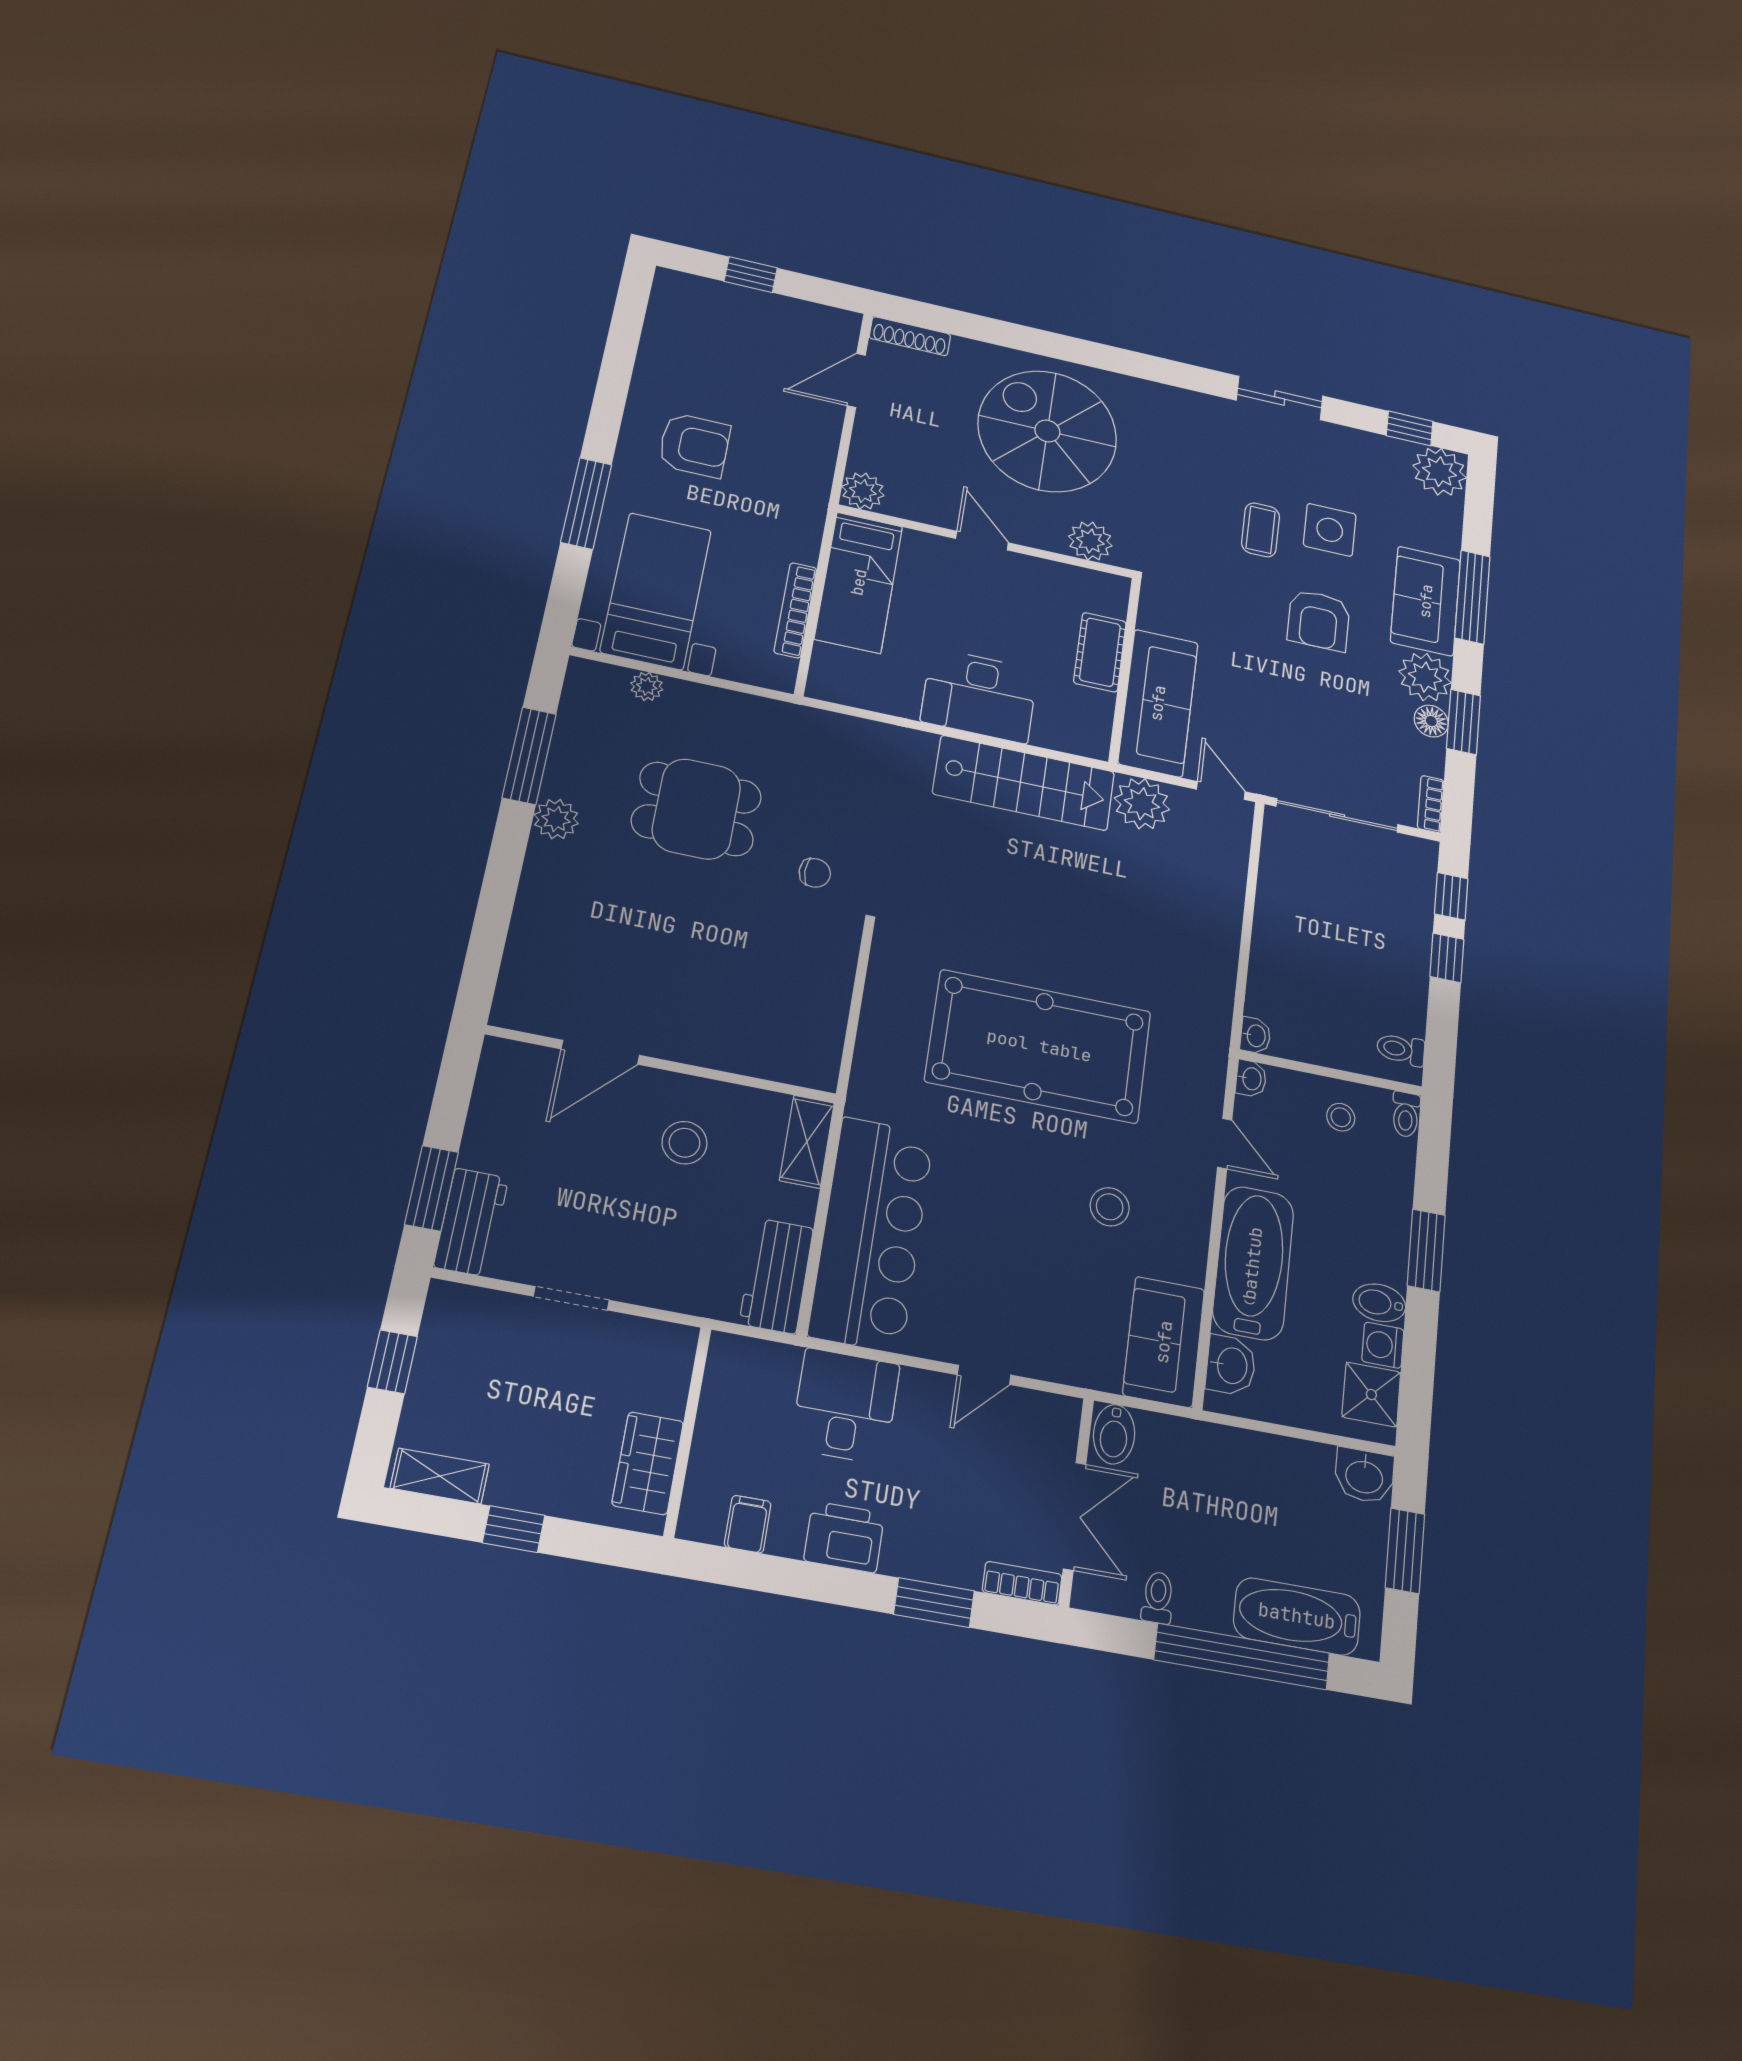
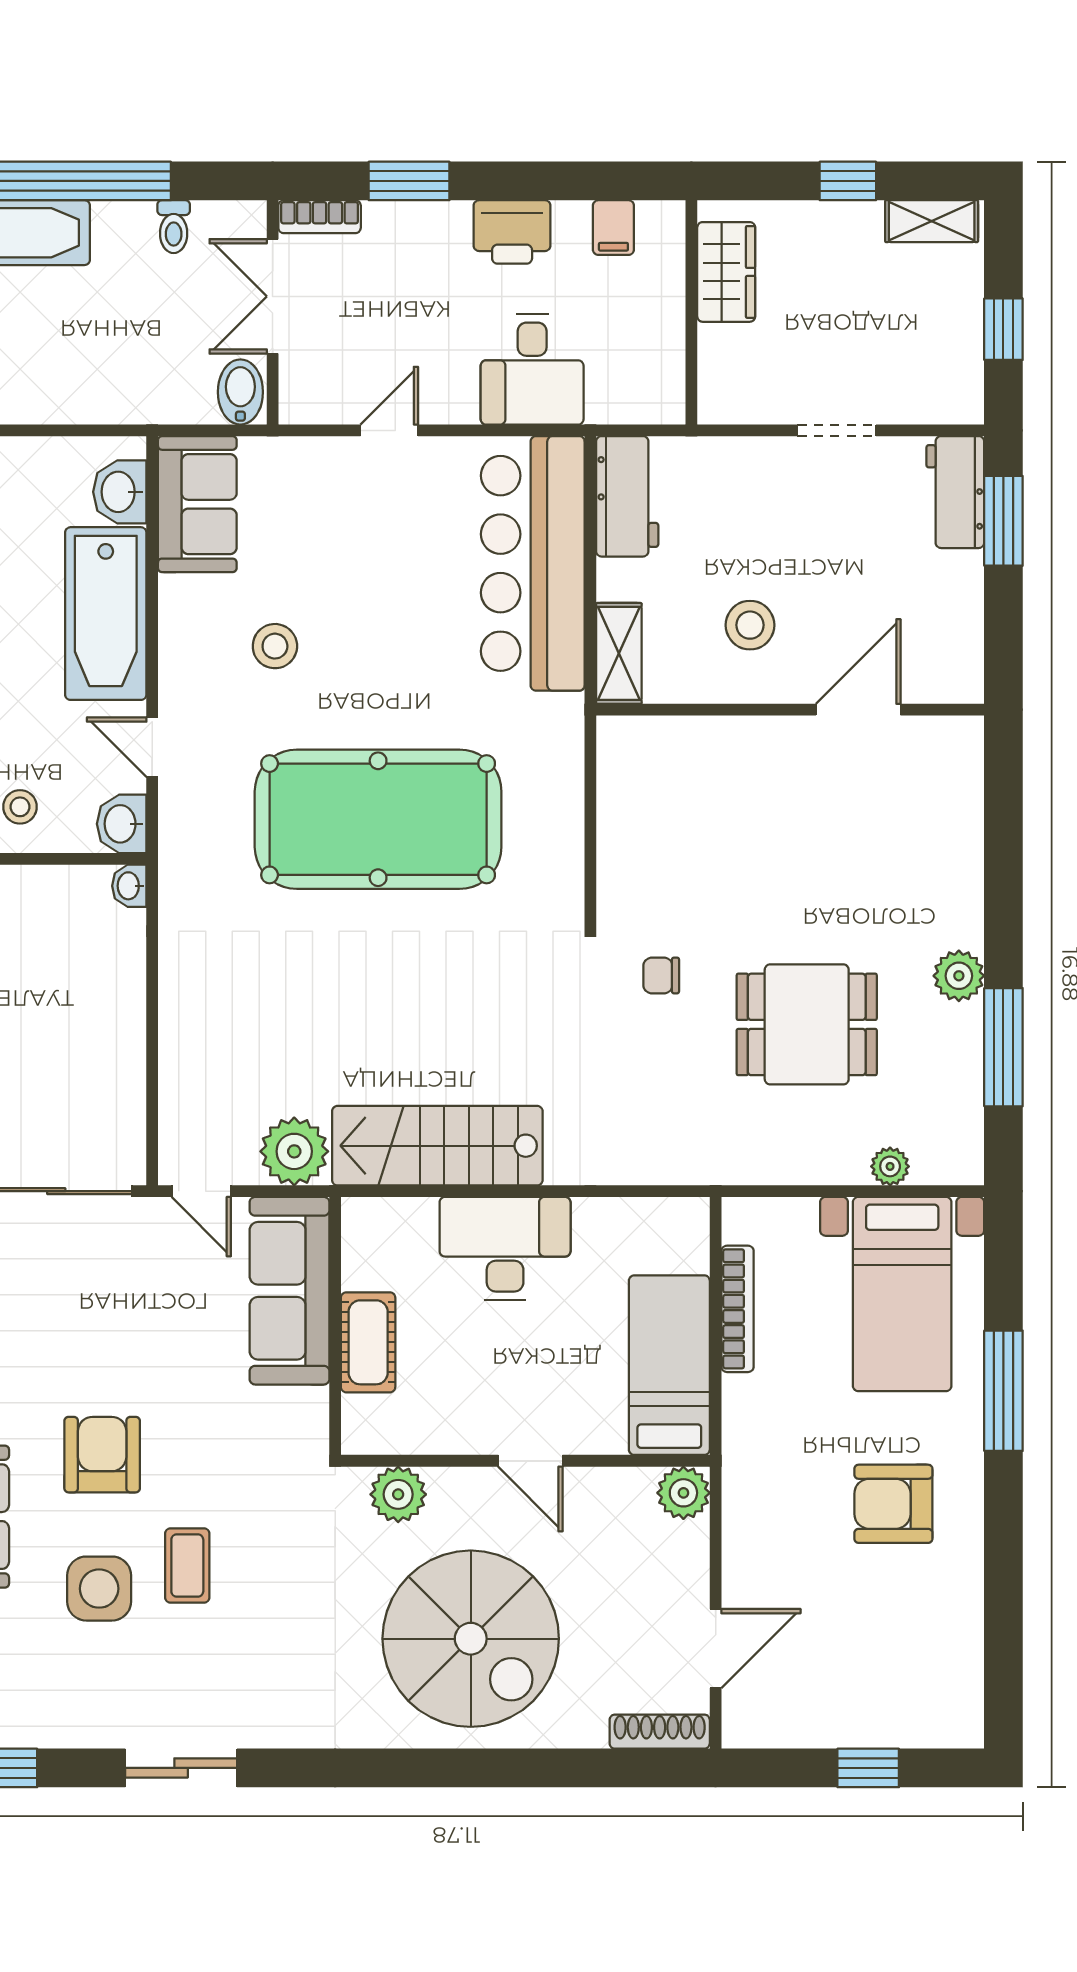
washbasin: (1251, 1079) -> (122, 824), width x1.38, depth x1.45

